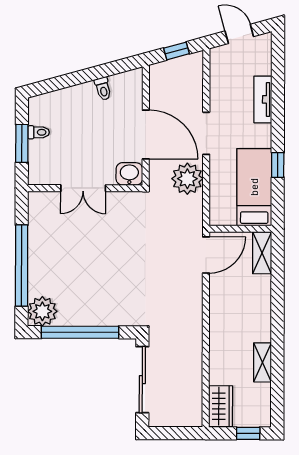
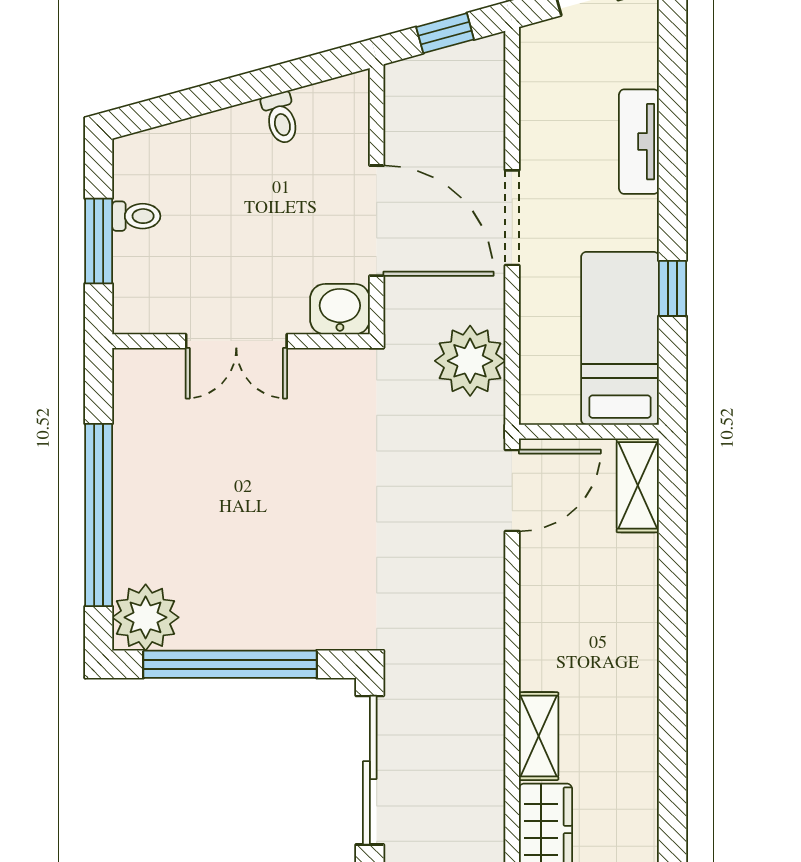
plant: (187, 179) -> (470, 361), moved
shelving: (262, 362) -> (539, 736), moved

